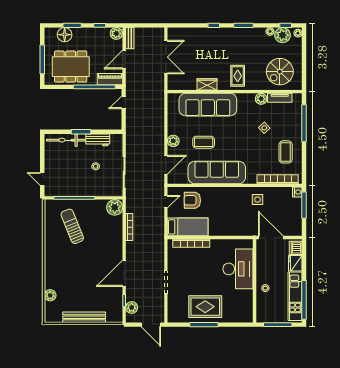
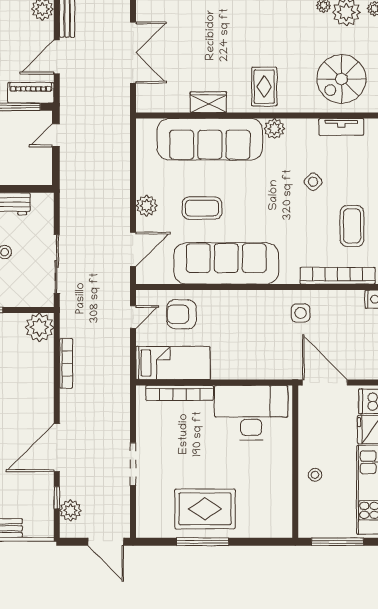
plant: (261, 99) -> (274, 129), moved
desk: (238, 269) -> (251, 413), moved, turned -90

